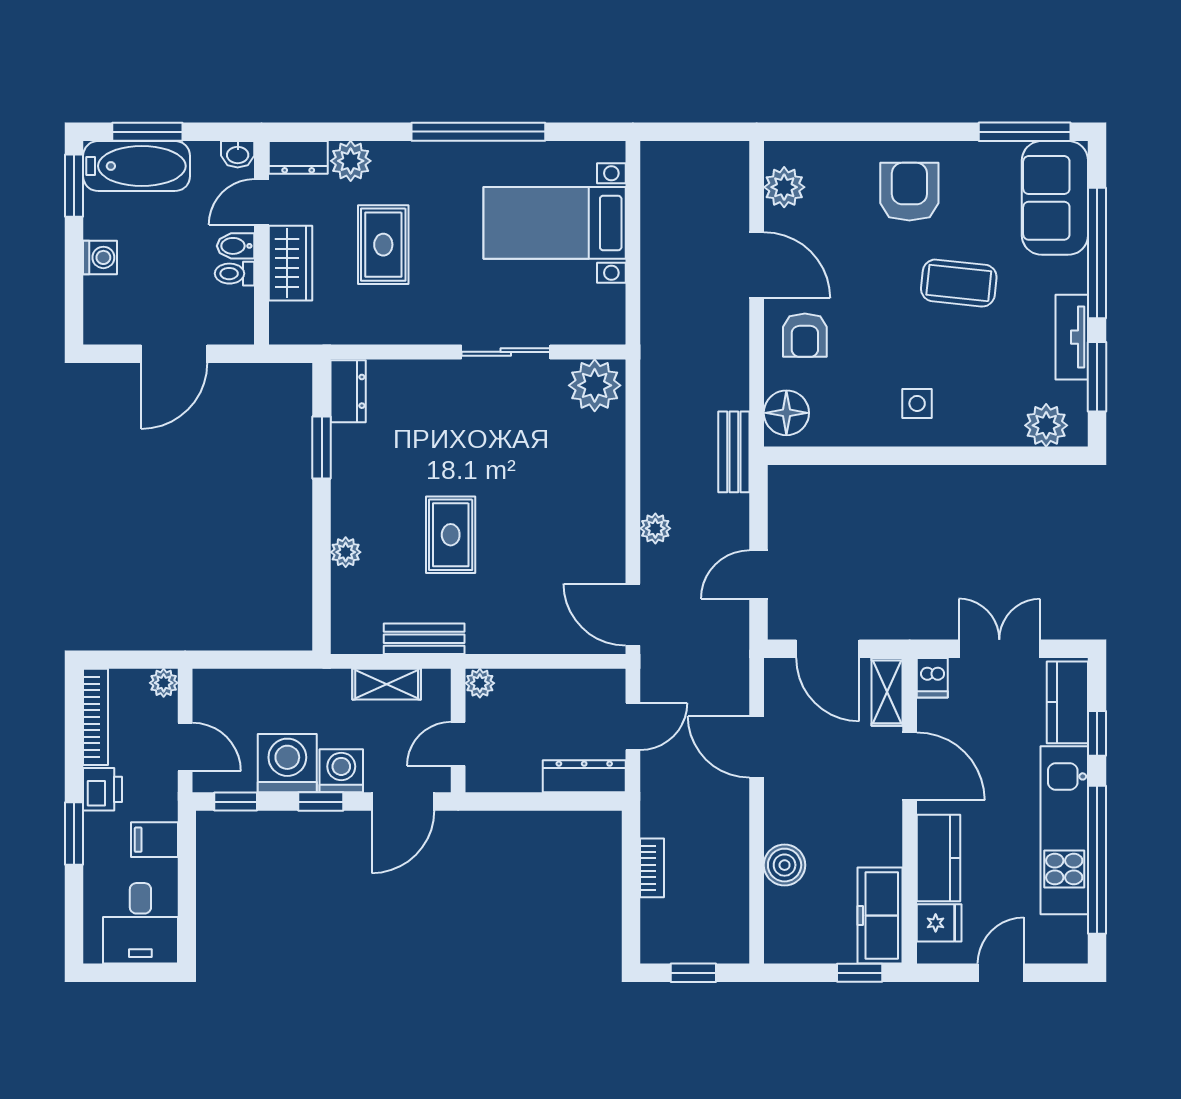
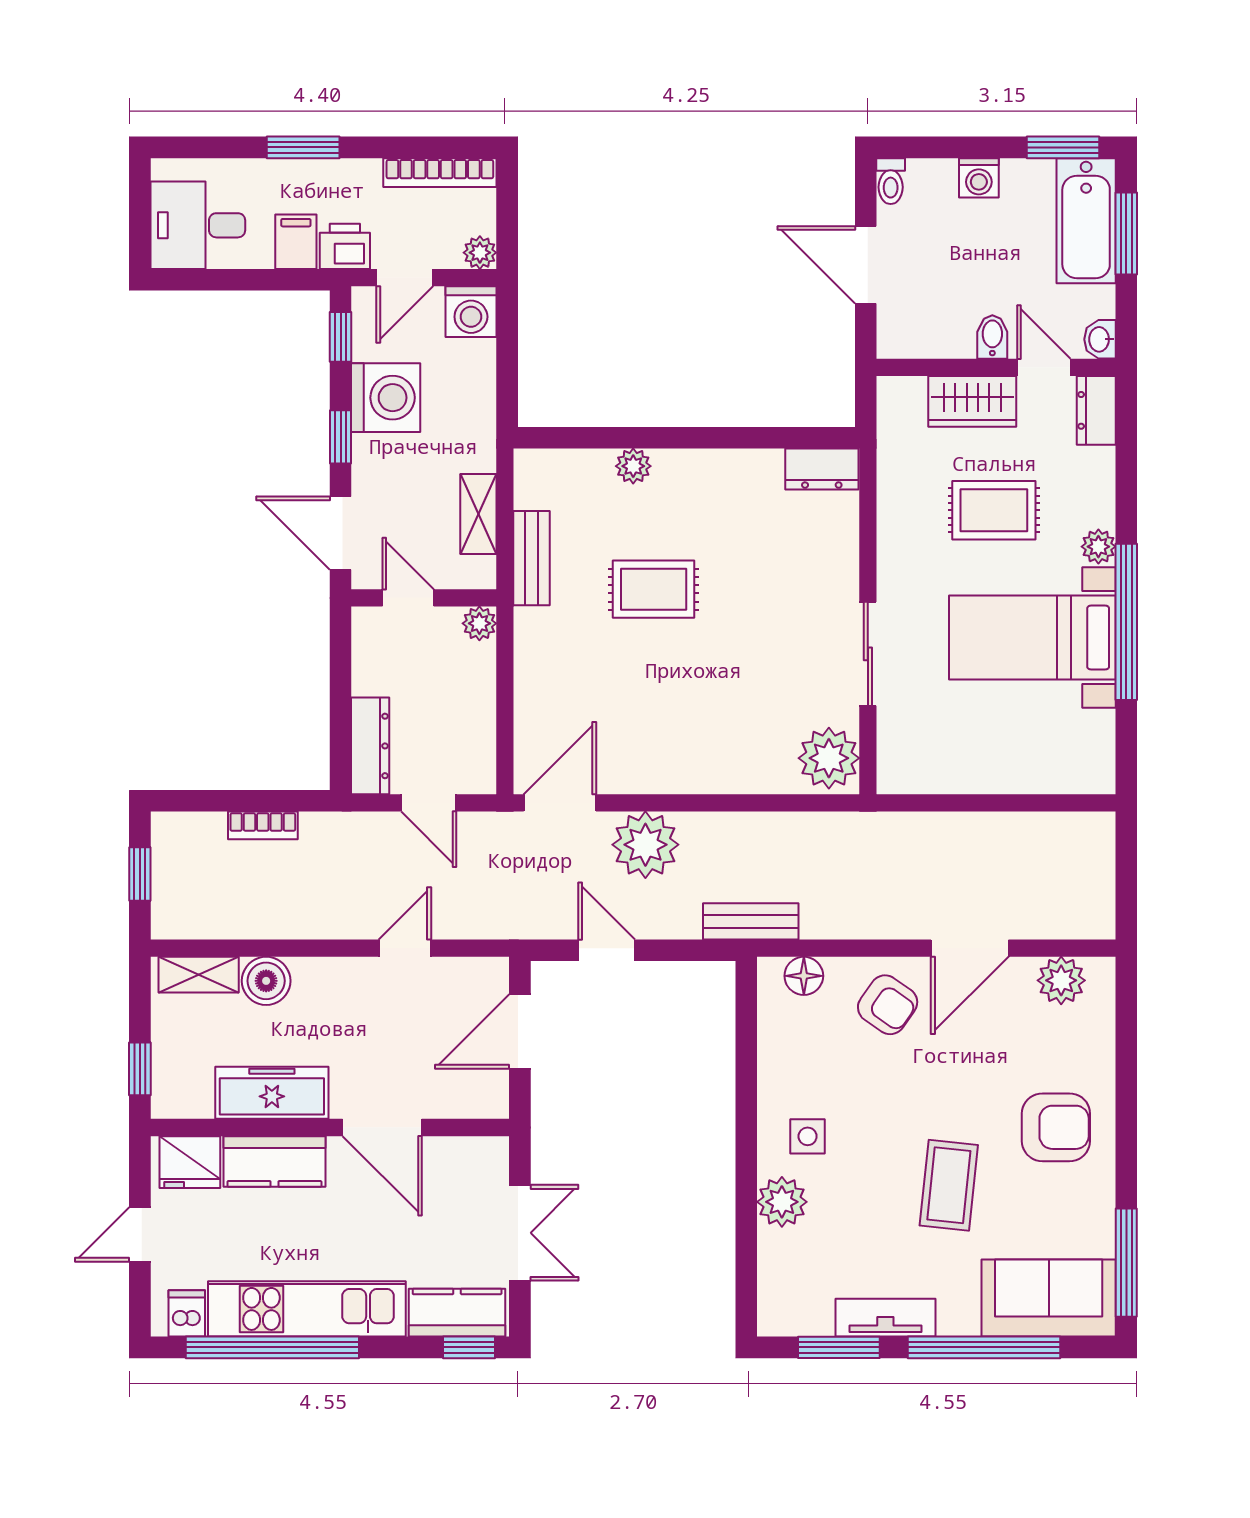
plant: (351, 161) -> (1098, 547), moved, width x0.73, depth x0.73
bed with nightstands: (555, 223) -> (1032, 638), moved, turned -90
toilet: (235, 274) -> (891, 181), moved, turned 180
armchair: (805, 335) -> (888, 1005), turned -145
floor lamp: (786, 413) -> (804, 976), width x0.73, depth x0.73
plant: (1046, 425) -> (782, 1202), moved
window: (322, 447) -> (756, 438), removed
plant: (655, 528) -> (645, 845), width x1.88, depth x1.88
dishwasher: (932, 678) -> (187, 1313), moved, turned 90
shelving: (887, 692) -> (199, 975), moved
window: (1097, 733) -> (469, 1347), moved
door: (757, 747) -> (405, 948), width x0.73
door: (910, 766) -> (382, 1127), hinge flipped
washing machine: (341, 771) -> (471, 312), moved, turned 90
printer: (103, 789) -> (345, 246), moved, turned 180
freezer: (880, 916) -> (272, 1093), moved
fridge: (939, 923) -> (190, 1162), width x1.38
door: (1001, 973) -> (140, 1235), swing flipped

